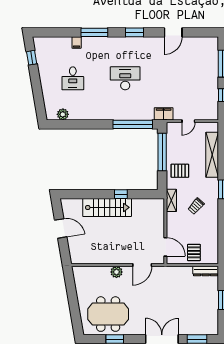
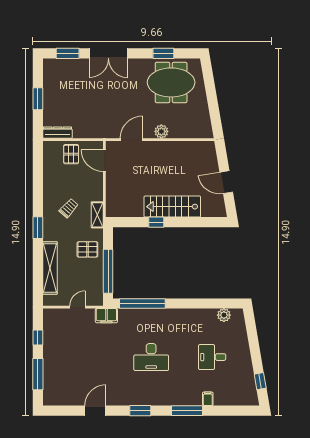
desk: (73, 78) -> (212, 357), turned -90

